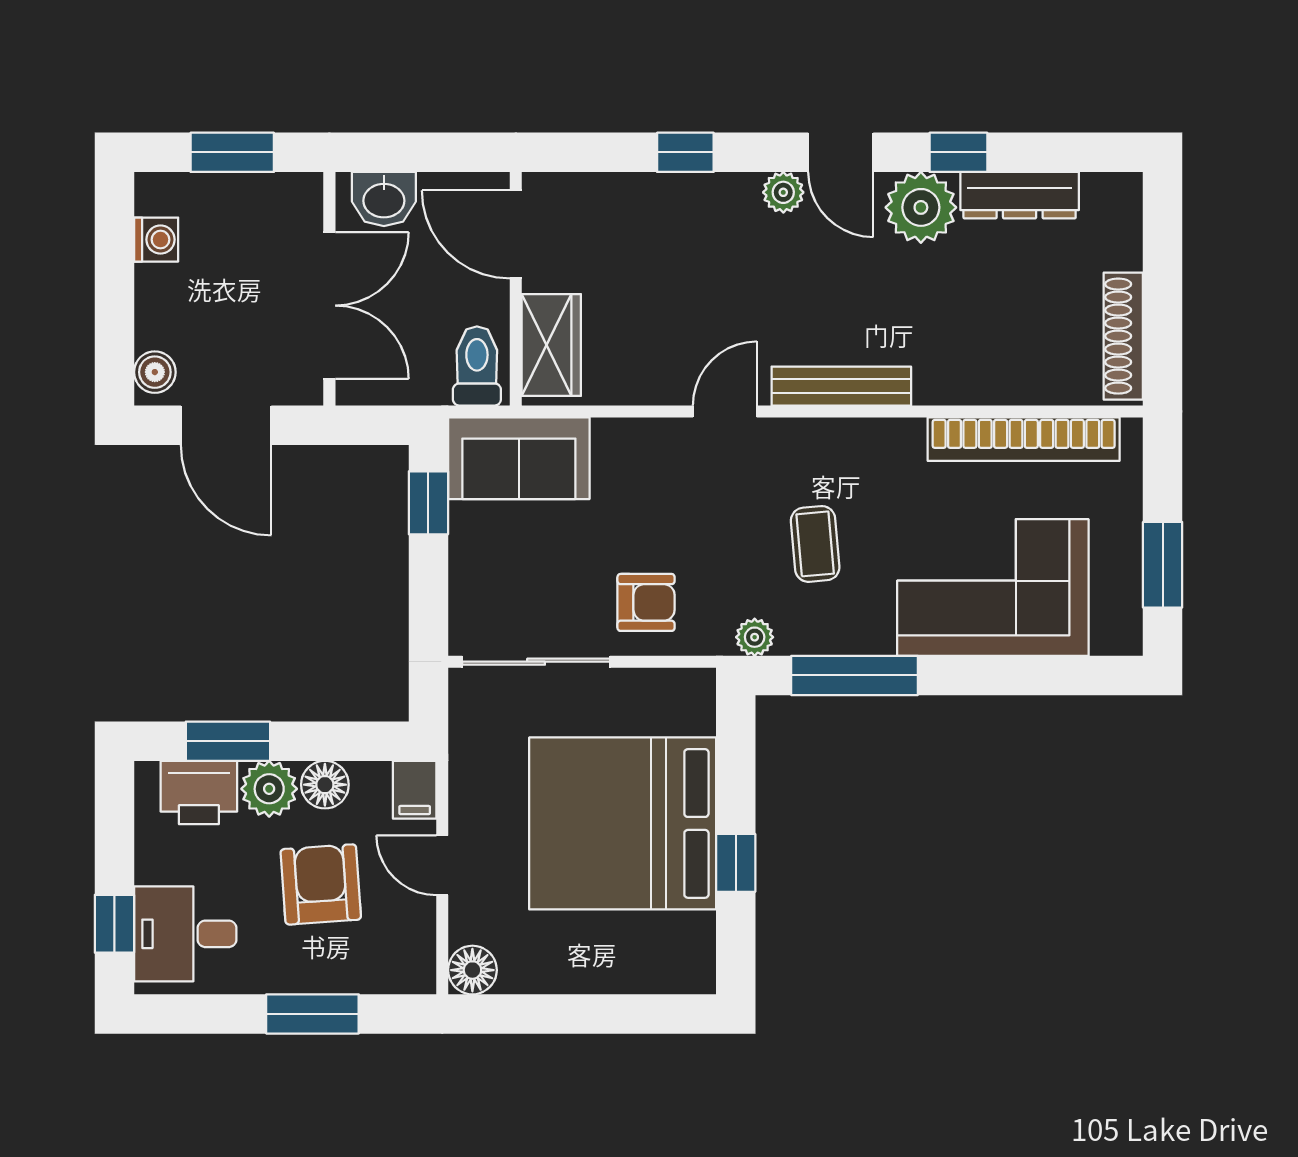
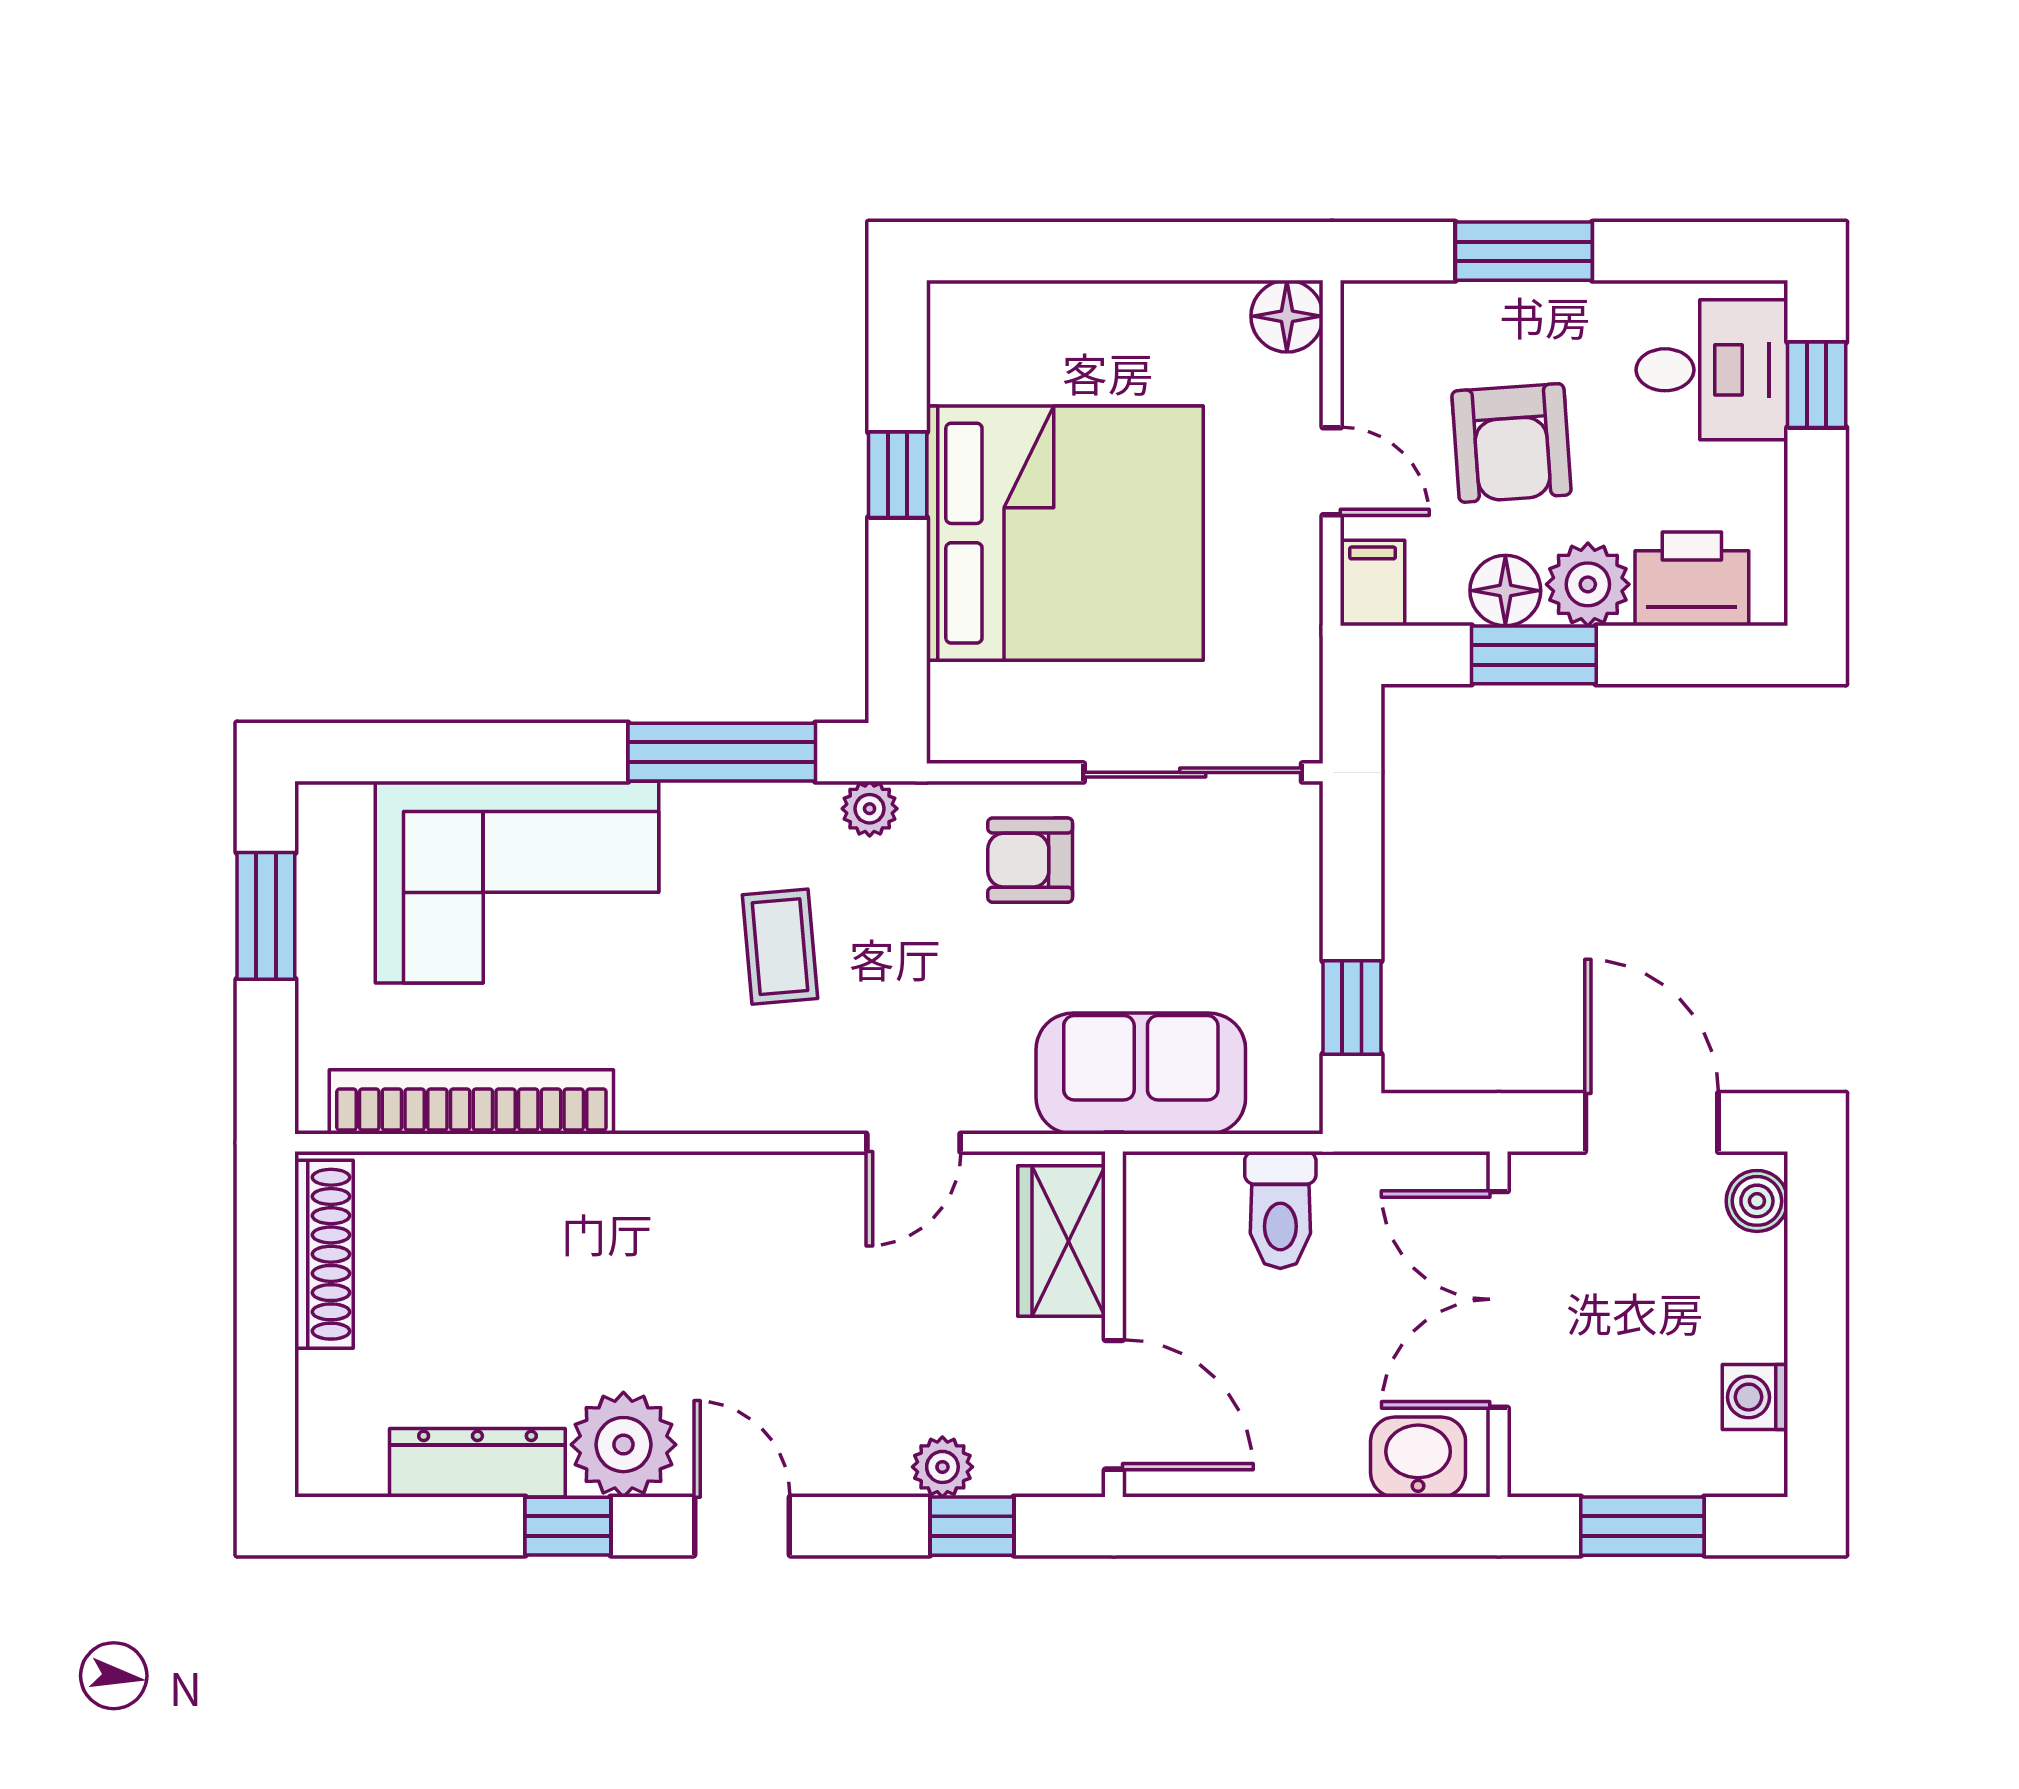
plant: (783, 192) -> (942, 1467), moved
door: (516, 234) -> (1114, 1405), moved
wall: (516, 289) -> (1114, 1324), moved
wardrobe: (551, 345) -> (1061, 1241), moved
bench: (841, 386) -> (741, 1180), removed
sofa: (519, 458) -> (1141, 1074), moved
window: (228, 741) -> (1534, 655), moved

